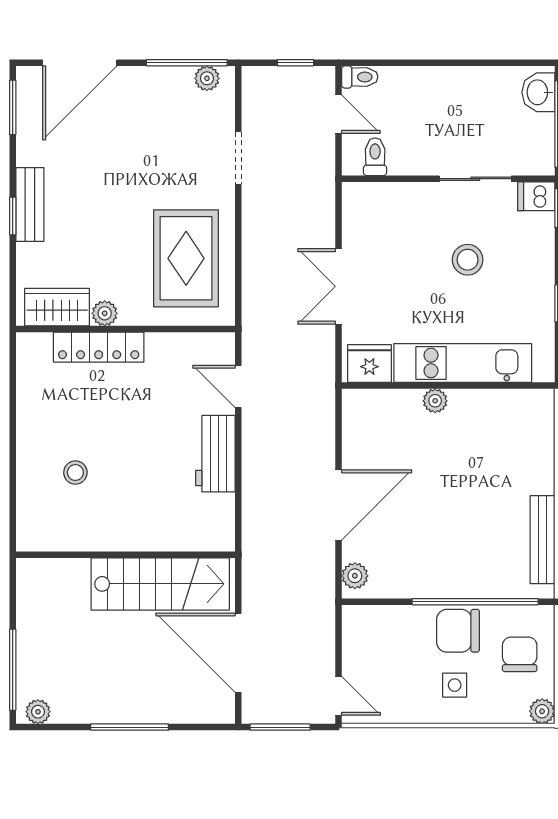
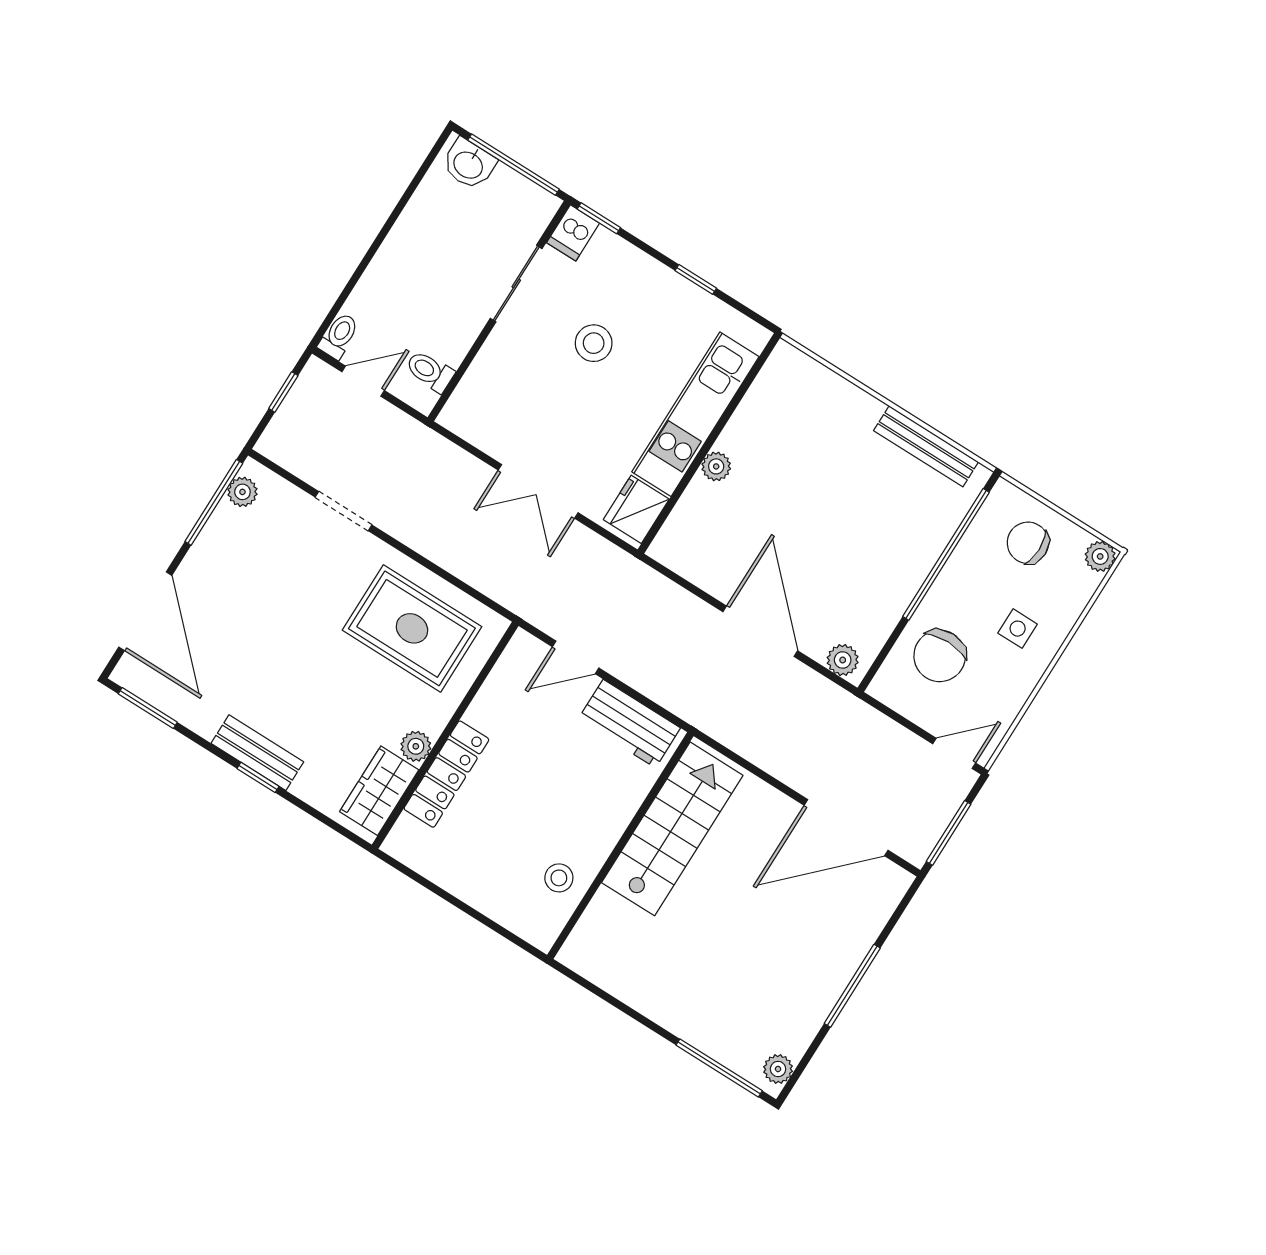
wall: (125, 555) -> (620, 846), moved
stairs: (160, 584) -> (672, 829), moved
chair: (458, 631) -> (940, 656), moved

